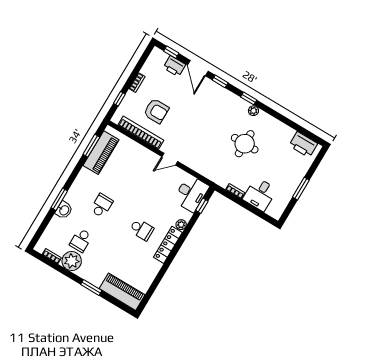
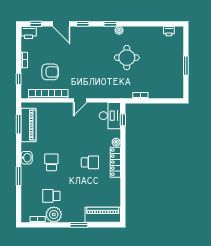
printer: (174, 66) -> (29, 32), moved
printer: (303, 145) -> (169, 31), width x0.53, depth x0.68
desk: (260, 194) -> (159, 87), removed
washbasin: (64, 210) -> (27, 158), moved
school desk: (81, 240) -> (51, 196), turned 90

